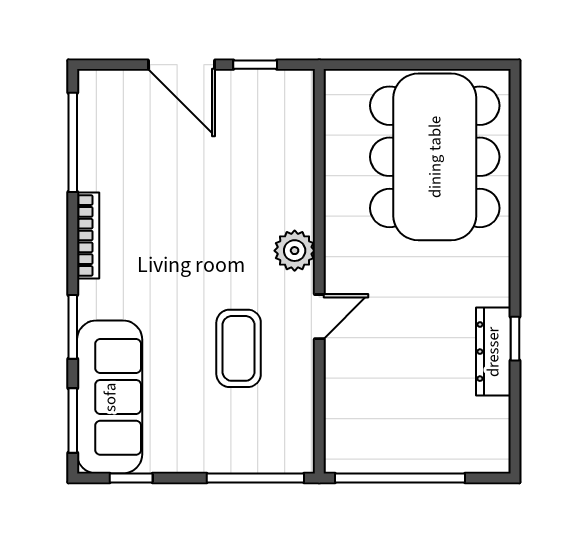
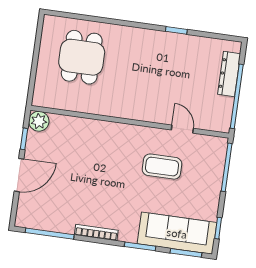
dining table: (435, 157) -> (82, 57), width x0.53, depth x0.80
plant: (295, 251) -> (39, 121), moved
door: (319, 317) -> (182, 129), moved
dresser: (493, 352) -> (229, 74), moved, turned 90

